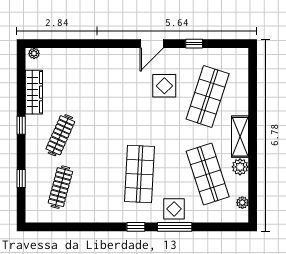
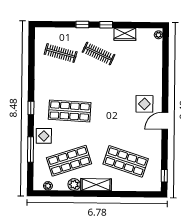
door: (152, 44) -> (165, 121), hinge flipped
window: (194, 44) -> (164, 176), moved
display table: (164, 86) -> (144, 104), moved
wardrobe: (34, 92) -> (125, 34), width x0.67
window: (21, 179) -> (82, 25), moved
window: (175, 227) -> (30, 149), moved

